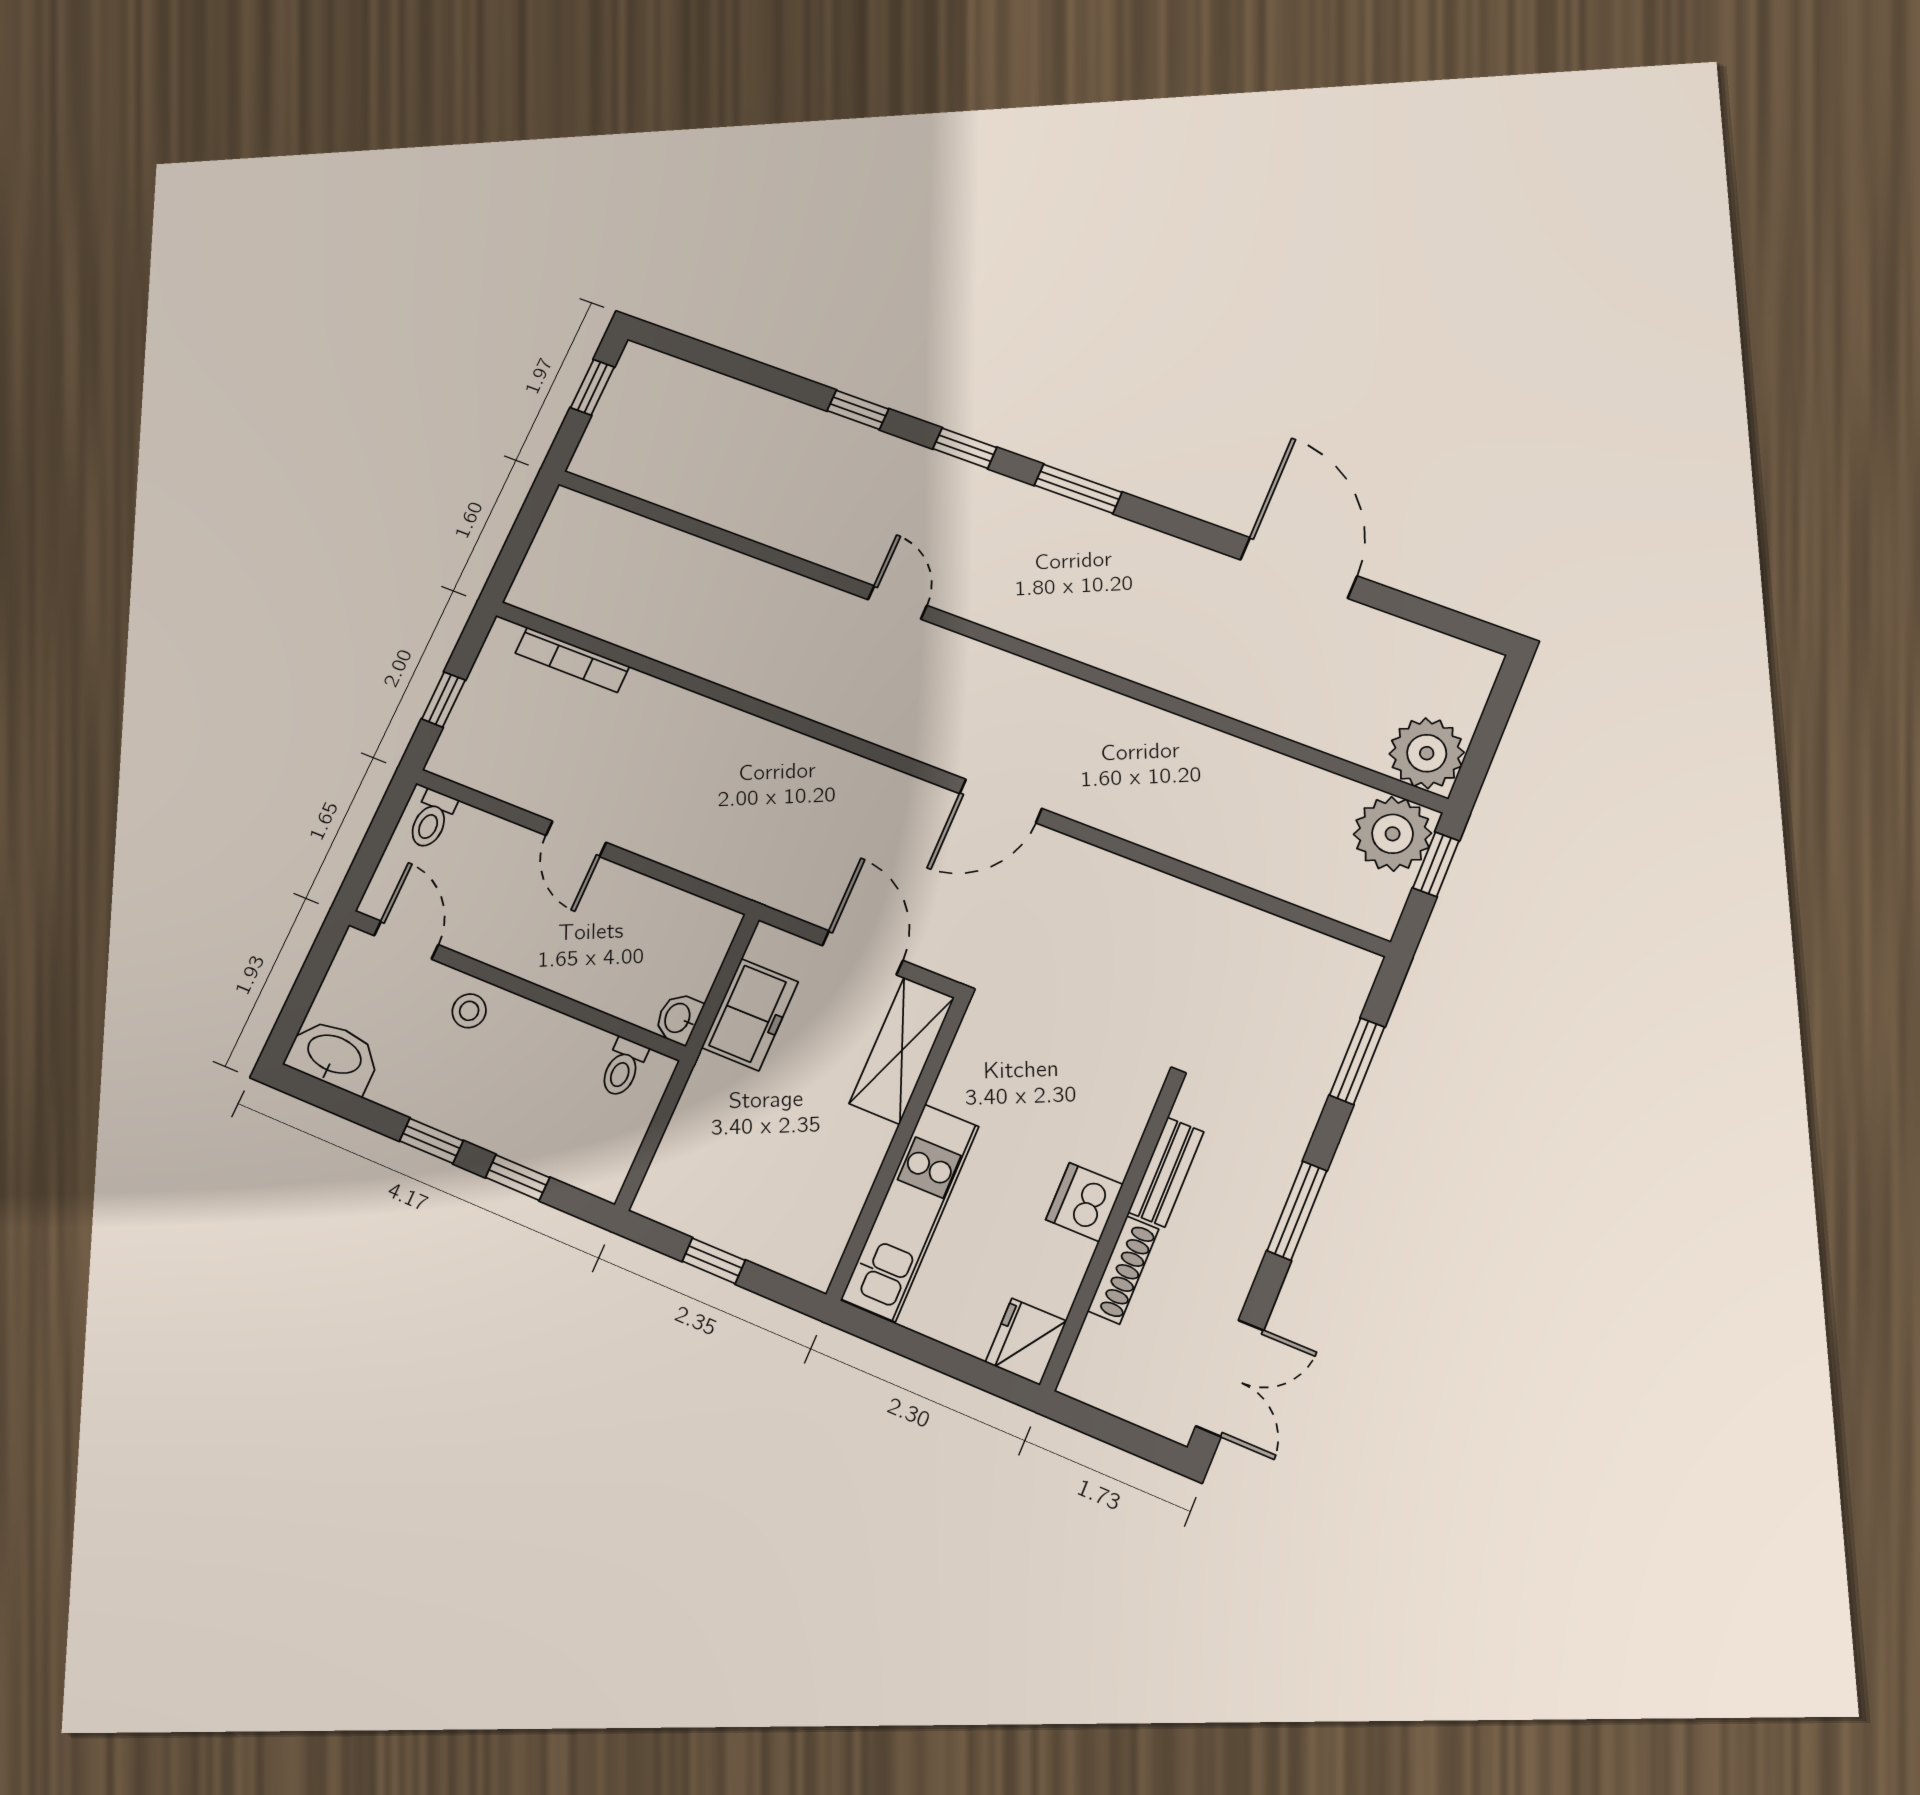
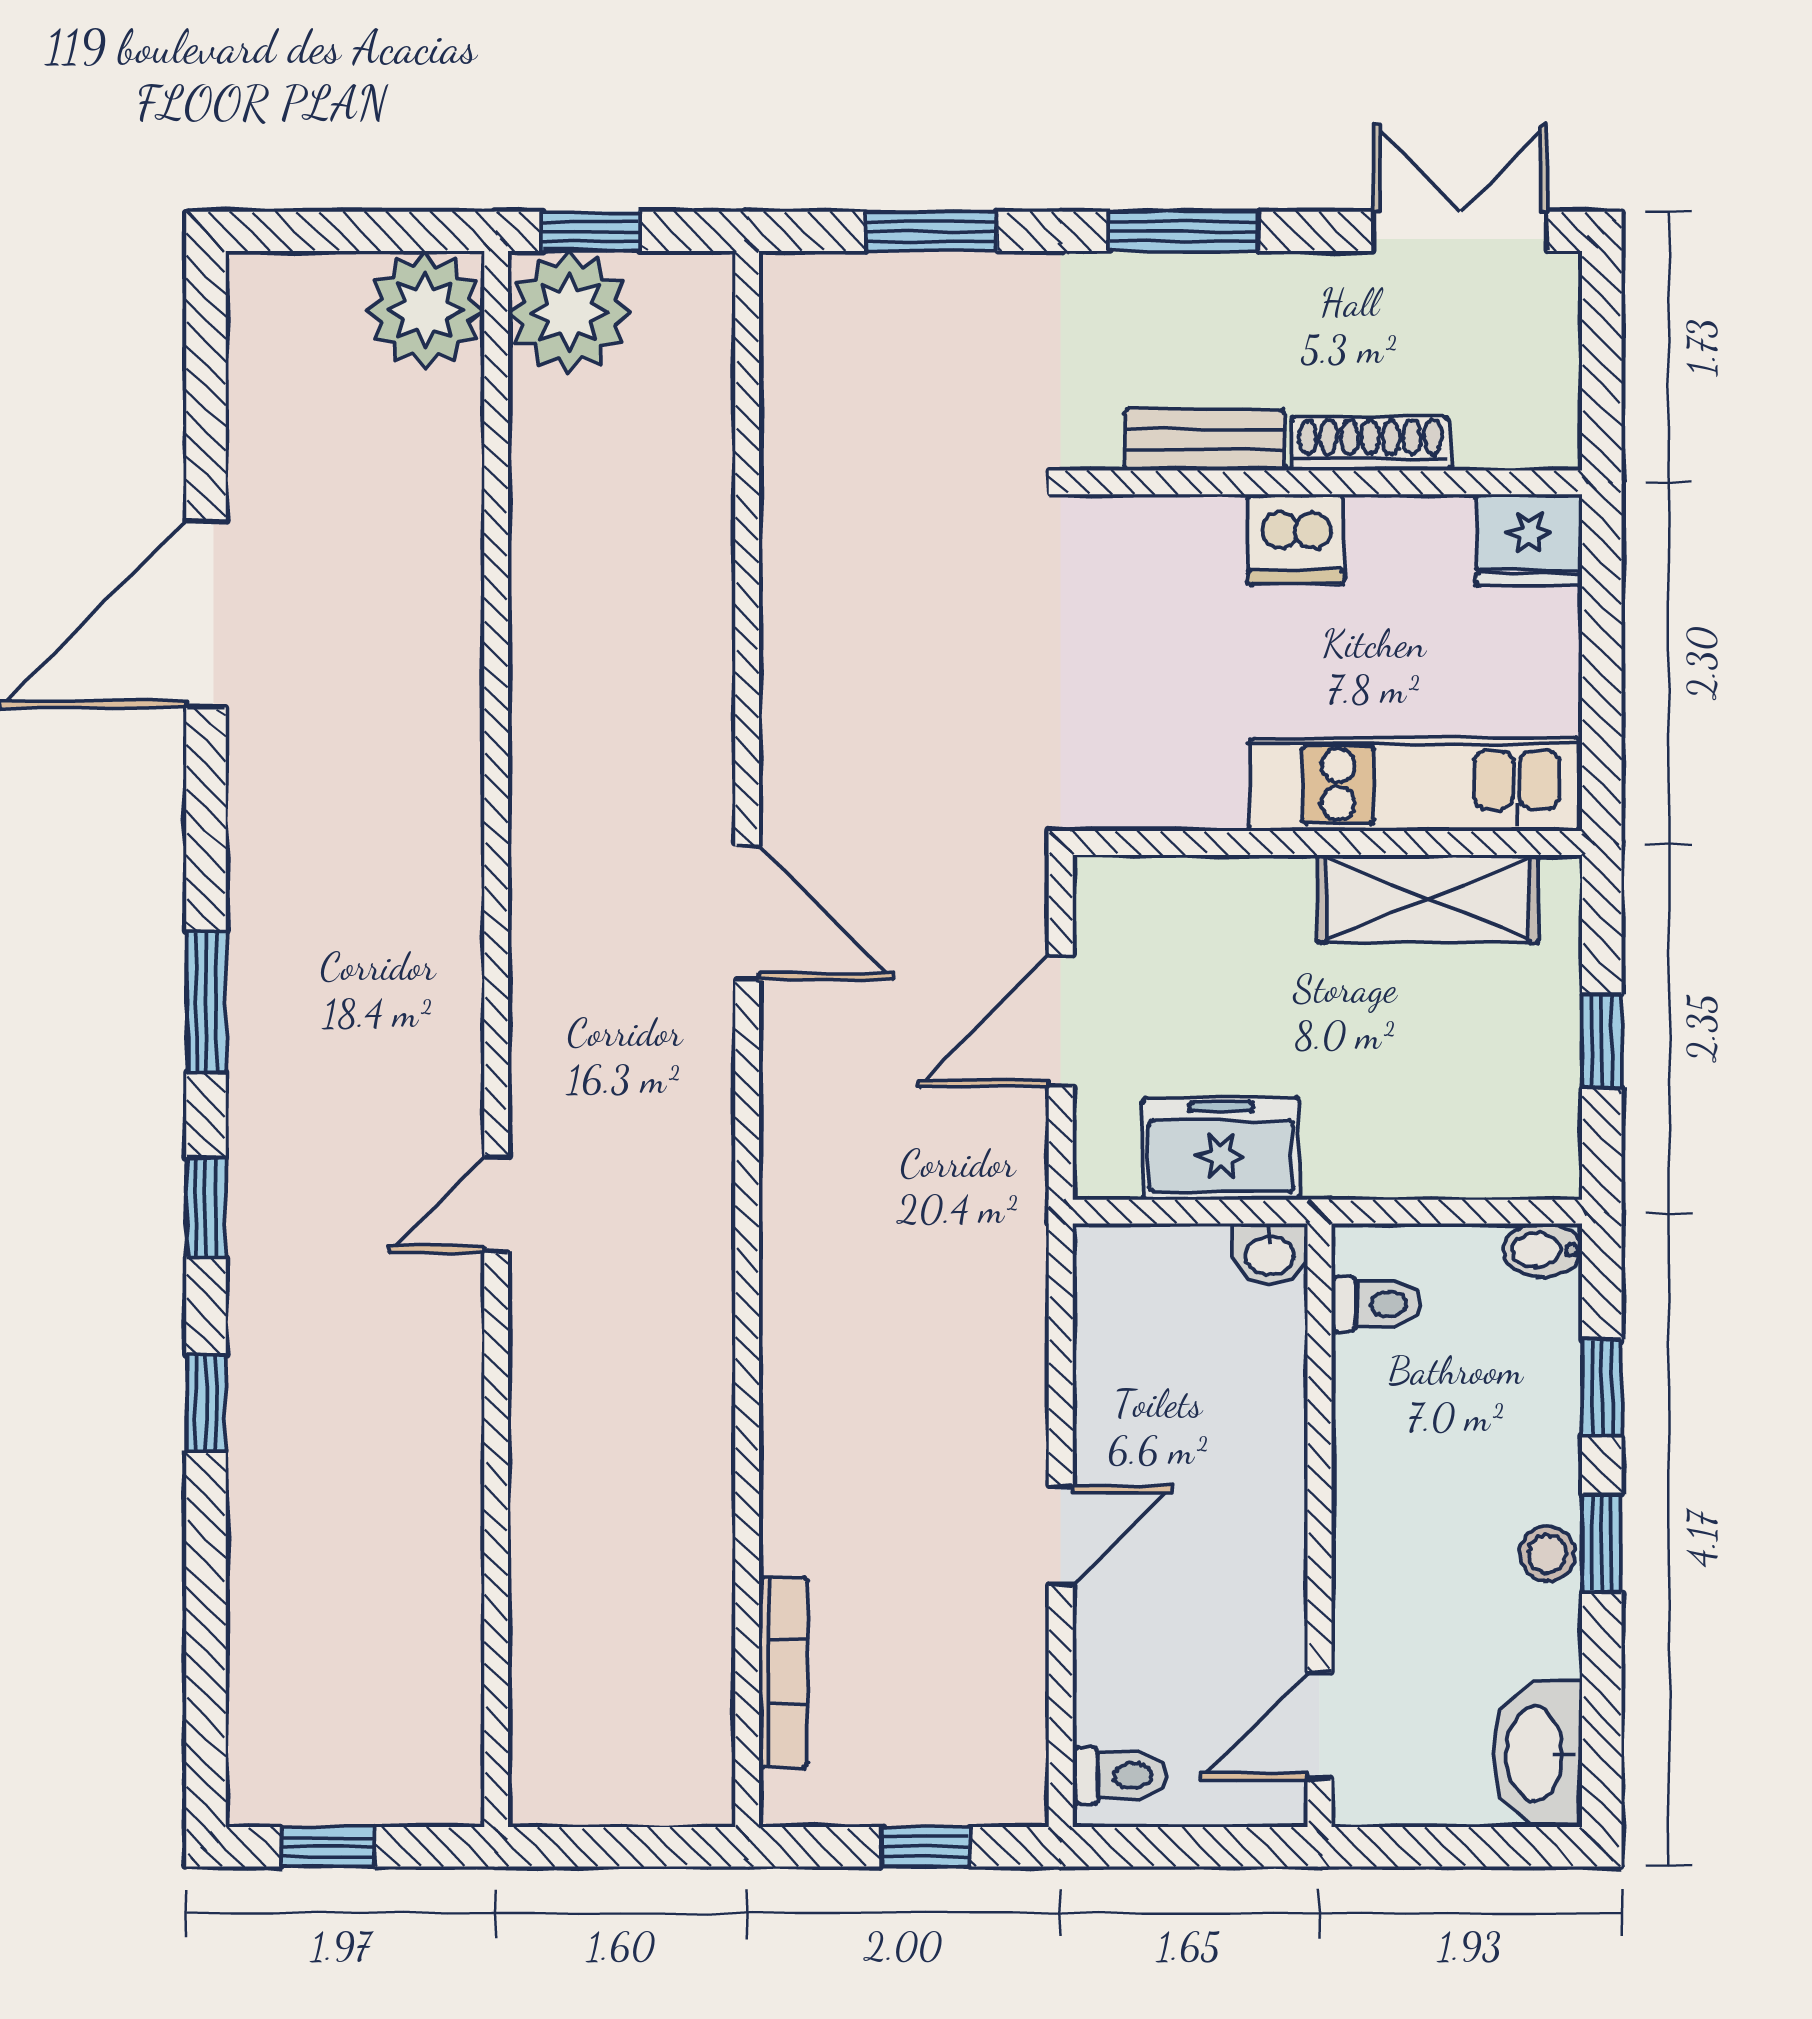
stool: (469, 1011) -> (1547, 1554), moved
shelving: (902, 1050) -> (1428, 899), moved
bidet: (610, 1176) -> (1543, 1250), added

